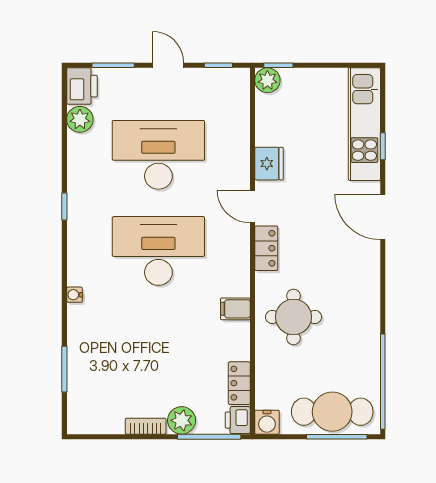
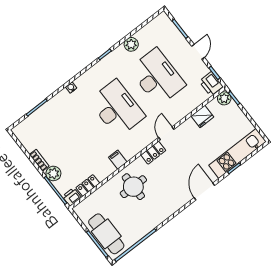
printer: (82, 86) -> (211, 84), moved, turned 90
plant: (80, 119) -> (131, 44), moved
fridge: (269, 164) -> (202, 117), moved
water cooler: (267, 422) -> (81, 210), removed

